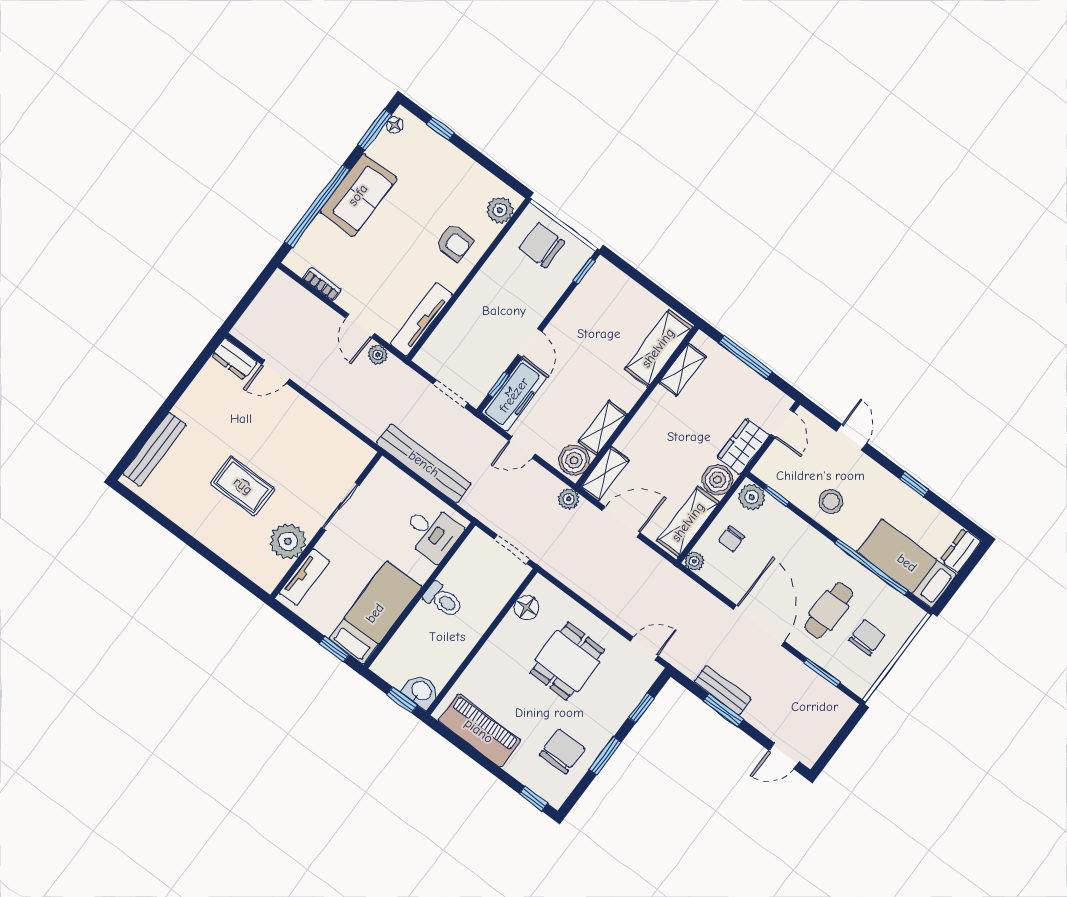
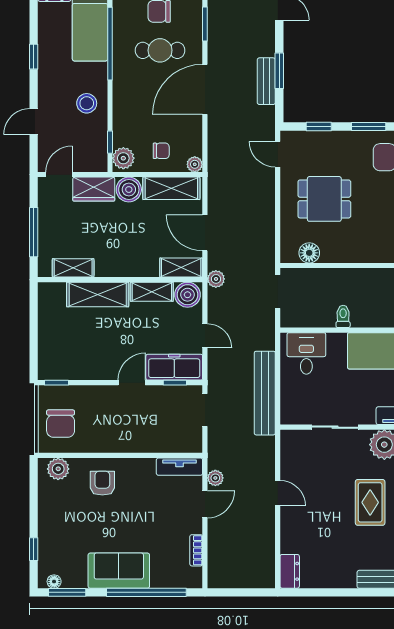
tv unit: (421, 319) -> (179, 467), width x0.71
shelving: (658, 348) -> (98, 294), moved
door: (276, 372) -> (278, 493), moved
toilet: (443, 600) -> (343, 316), width x0.73, depth x0.72

